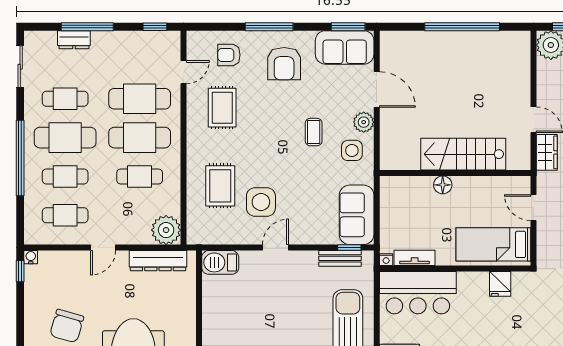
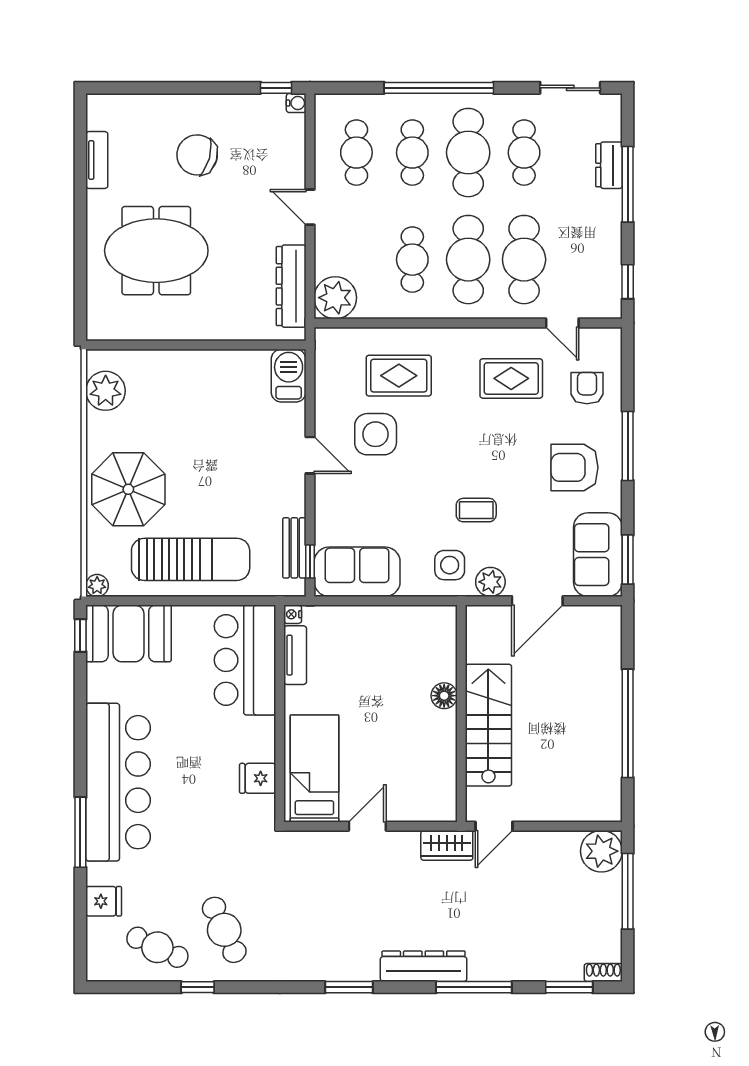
stairs: (463, 154) -> (488, 725), moved
wall: (455, 173) -> (461, 713), moved
floor lamp: (443, 185) -> (444, 696), moved

